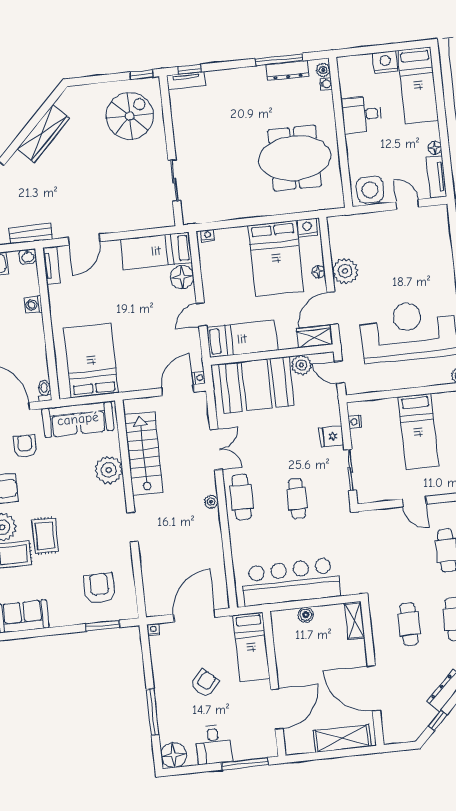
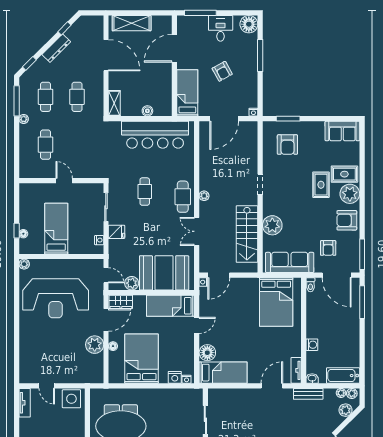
floor lamp: (435, 148) -> (24, 423), removed
nightstand: (307, 228) -> (175, 377), moved
armchair: (205, 683) -> (222, 71), turned -71

